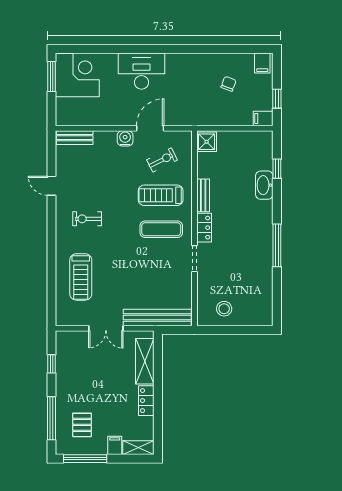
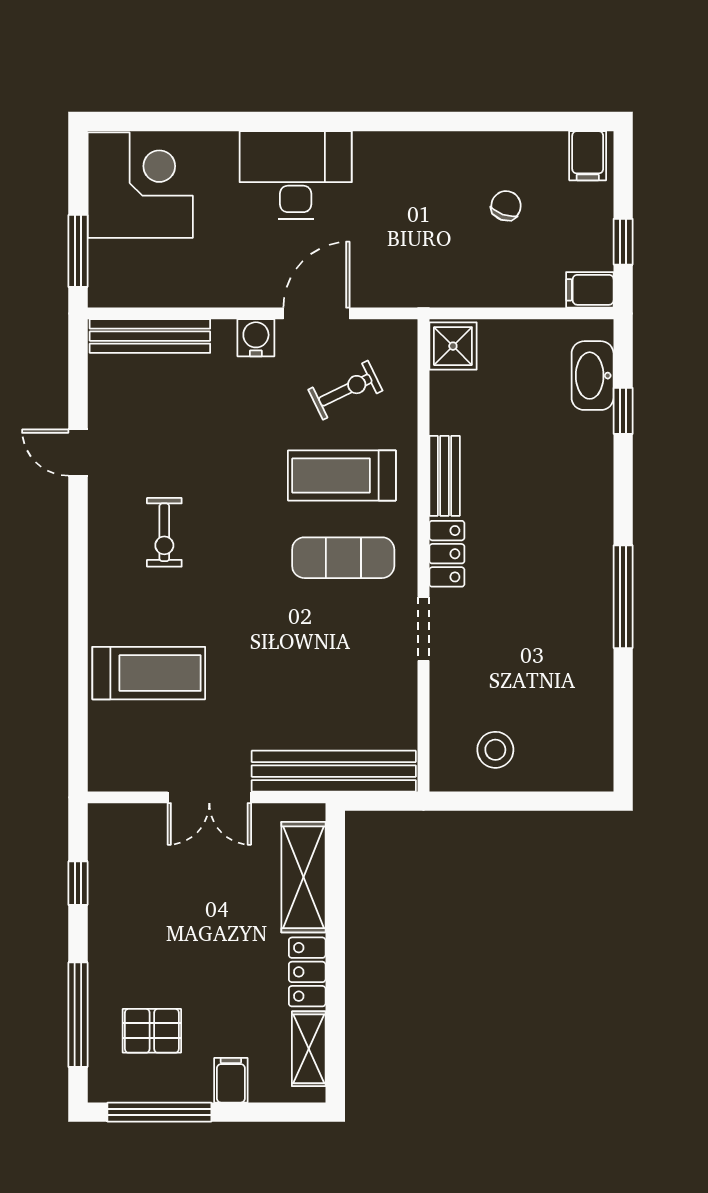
window: (51, 77) -> (78, 251), moved
bench: (75, 138) -> (150, 336), width x1.36
washbasin: (264, 185) -> (593, 376), moved
exercise bike: (87, 219) -> (164, 532), turned -90
treadmill: (81, 277) -> (149, 673), turned -90
pallet: (82, 425) -> (152, 1031), turned 90
shelving: (138, 448) -> (309, 1049), moved, turned 90

